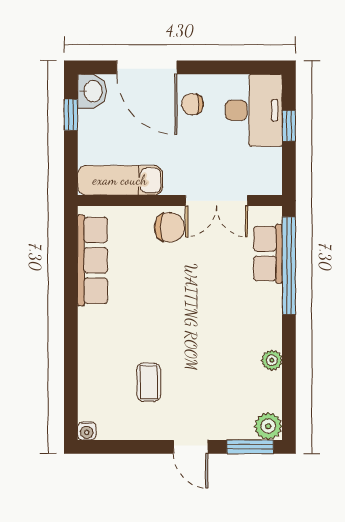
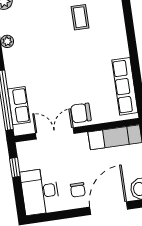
door: (147, 67) -> (109, 208), hinge flipped
chair: (192, 104) -> (78, 190), turned 90
window: (289, 126) -> (15, 167), moved

